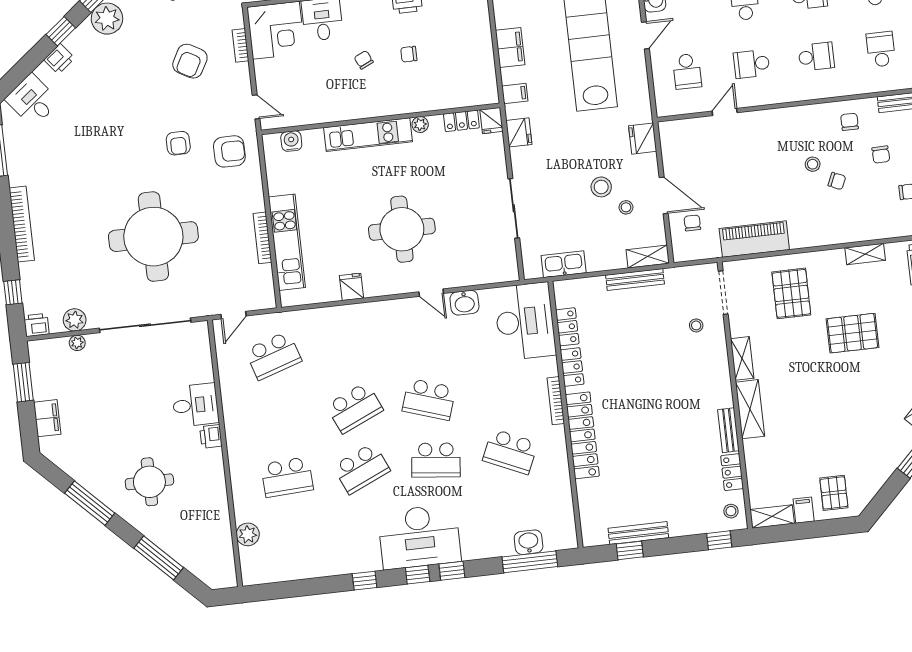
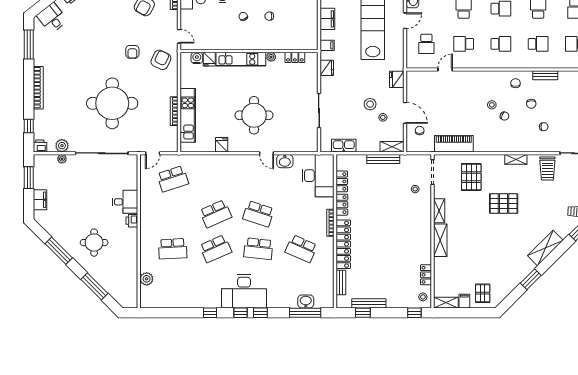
school desk: (881, 49) -> (538, 44), turned 90
fridge: (491, 121) -> (209, 59), moved
armchair: (229, 151) -> (161, 60), turned -65
bench: (728, 430) -> (341, 283), moved

